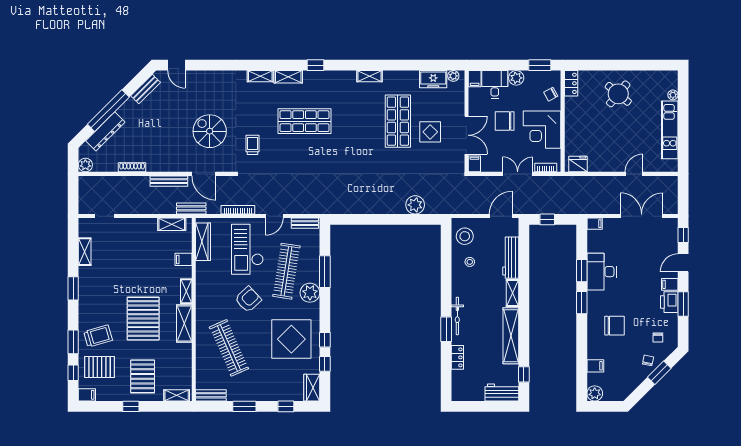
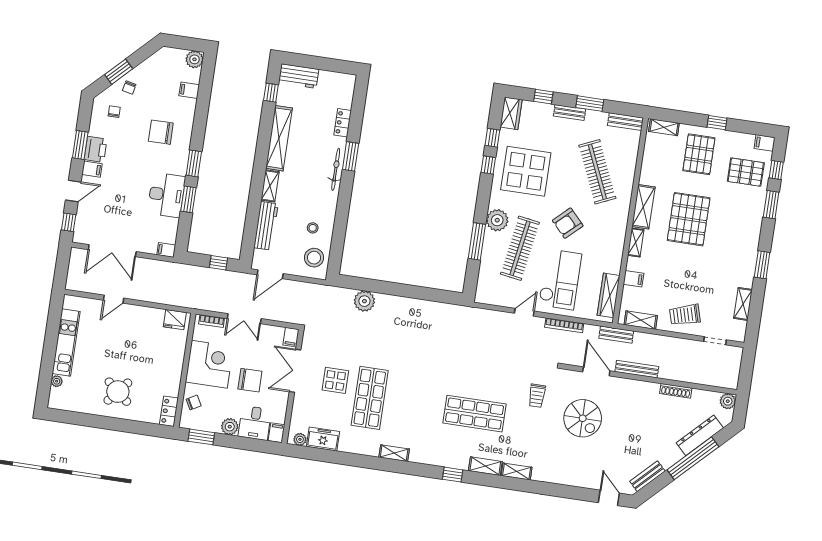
bench: (305, 223) -> (570, 113), moved
trolley: (98, 336) -> (685, 315), moved

